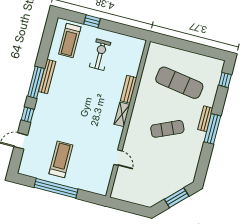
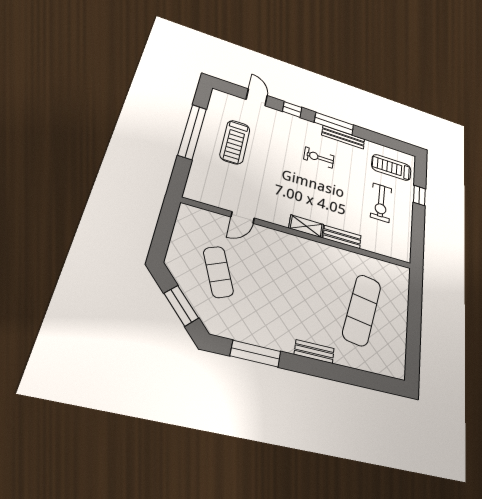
exercise bike: (100, 55) -> (381, 203), turned 90
window: (225, 80) -> (377, 382), removed
exercise bike: (67, 98) -> (319, 158), added
exercise mat: (167, 129) -> (218, 272), moved
window: (212, 129) -> (256, 354), moved
treadmill: (61, 159) -> (235, 142), turned 90

